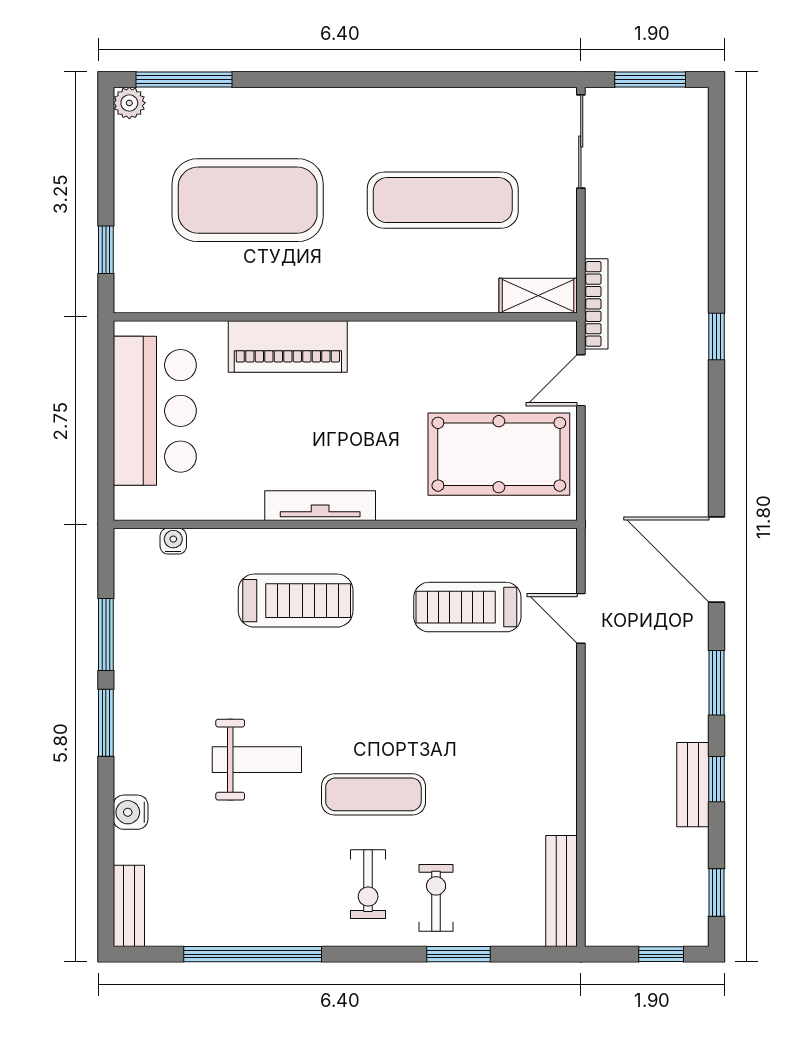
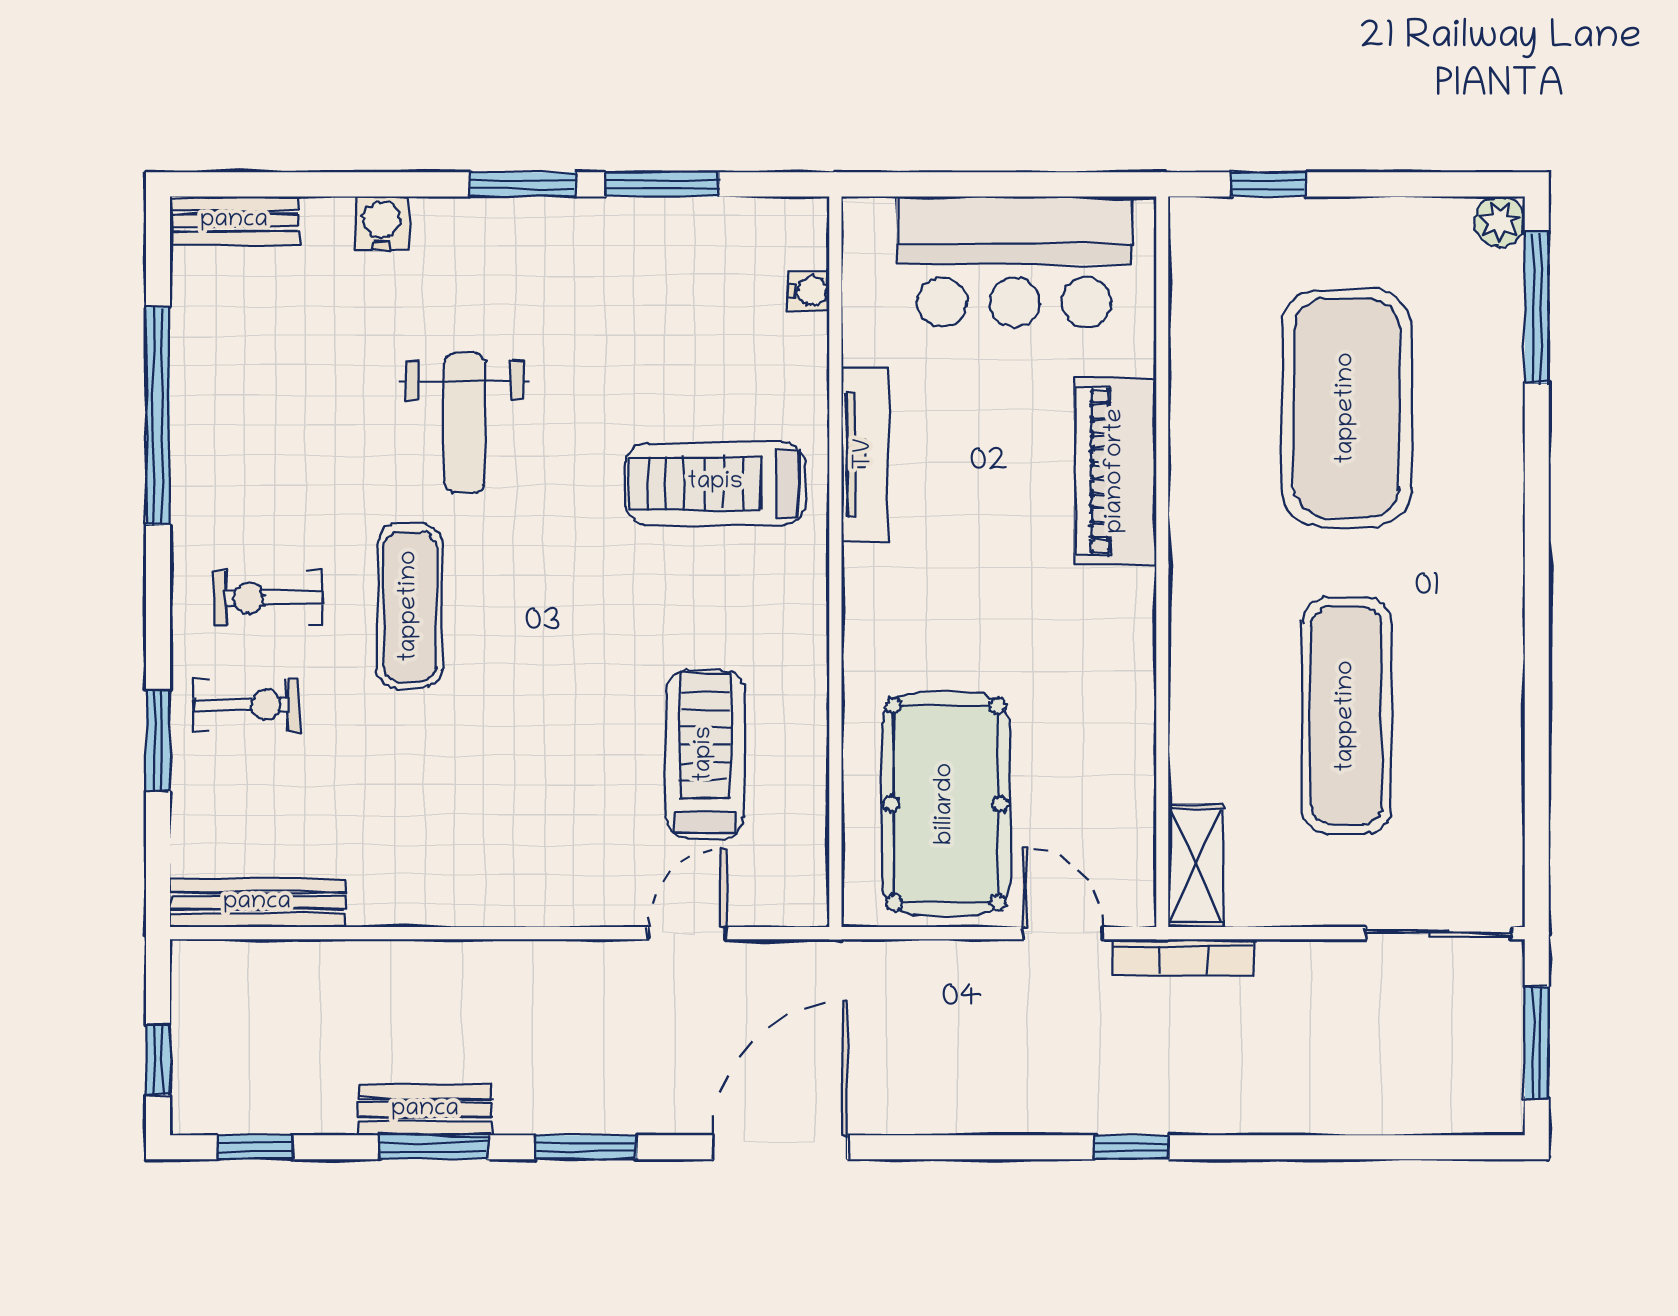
tv unit: (320, 506) -> (865, 454), moved
treadmill: (296, 601) -> (715, 483), turned 90
window: (717, 779) -> (434, 1147), width x1.50

